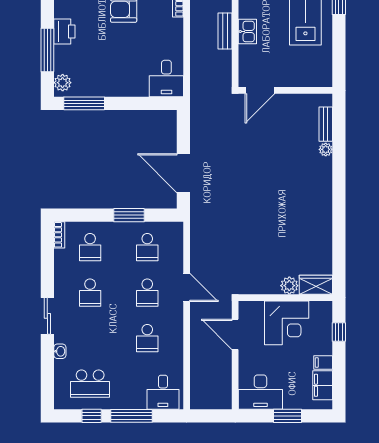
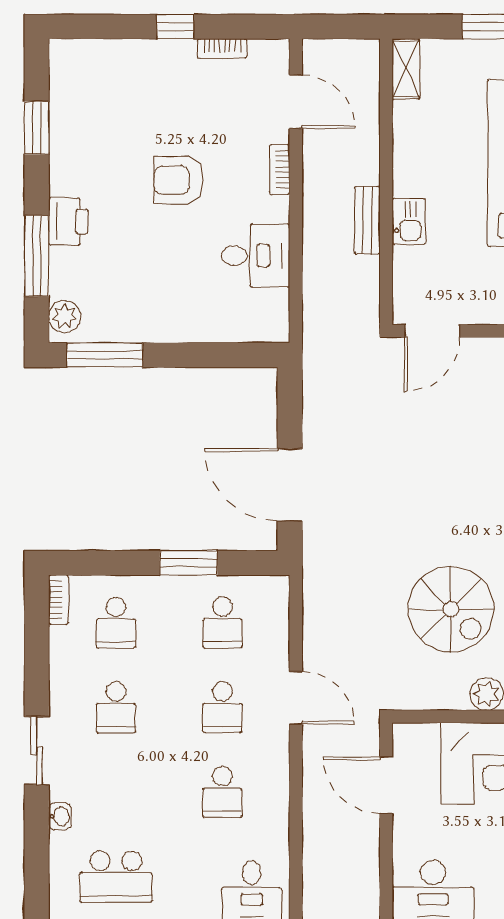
desk: (166, 79) -> (256, 256), moved, turned -90
spiral stairs: (270, 240) -> (451, 609), added

